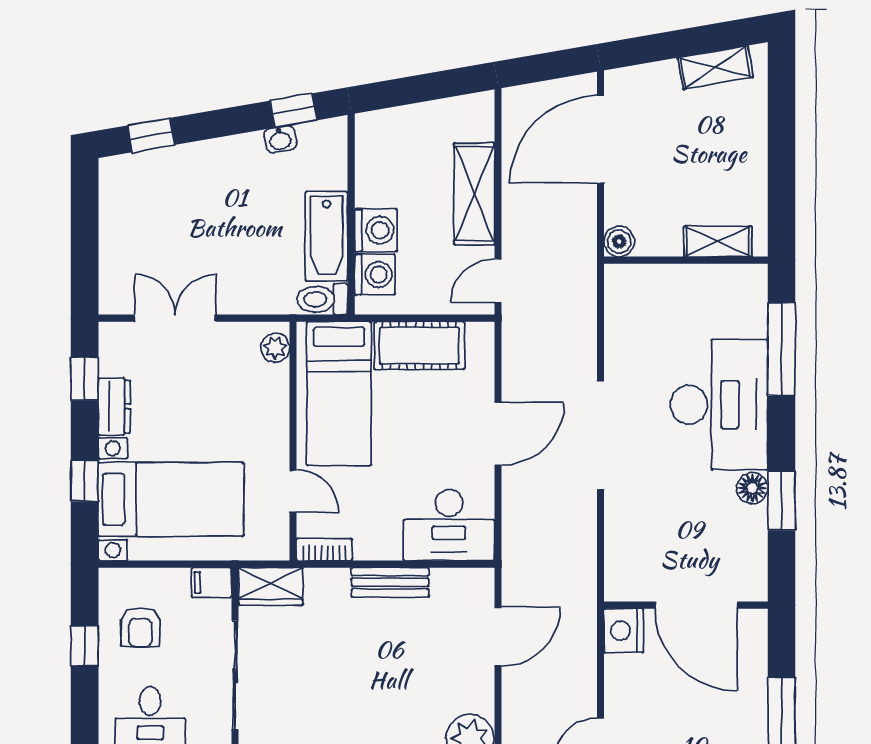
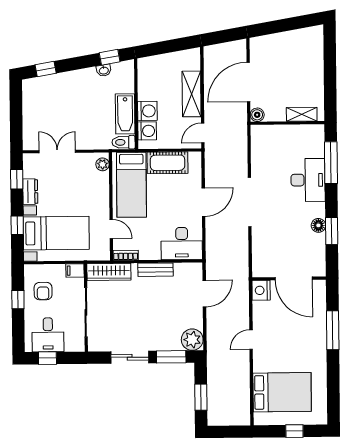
shelving: (715, 67) -> (300, 36), removed
door: (600, 139) -> (248, 82), moved
desk: (719, 405) -> (308, 180), width x0.73, depth x0.77
wardrobe: (271, 586) -> (109, 272), width x1.50

